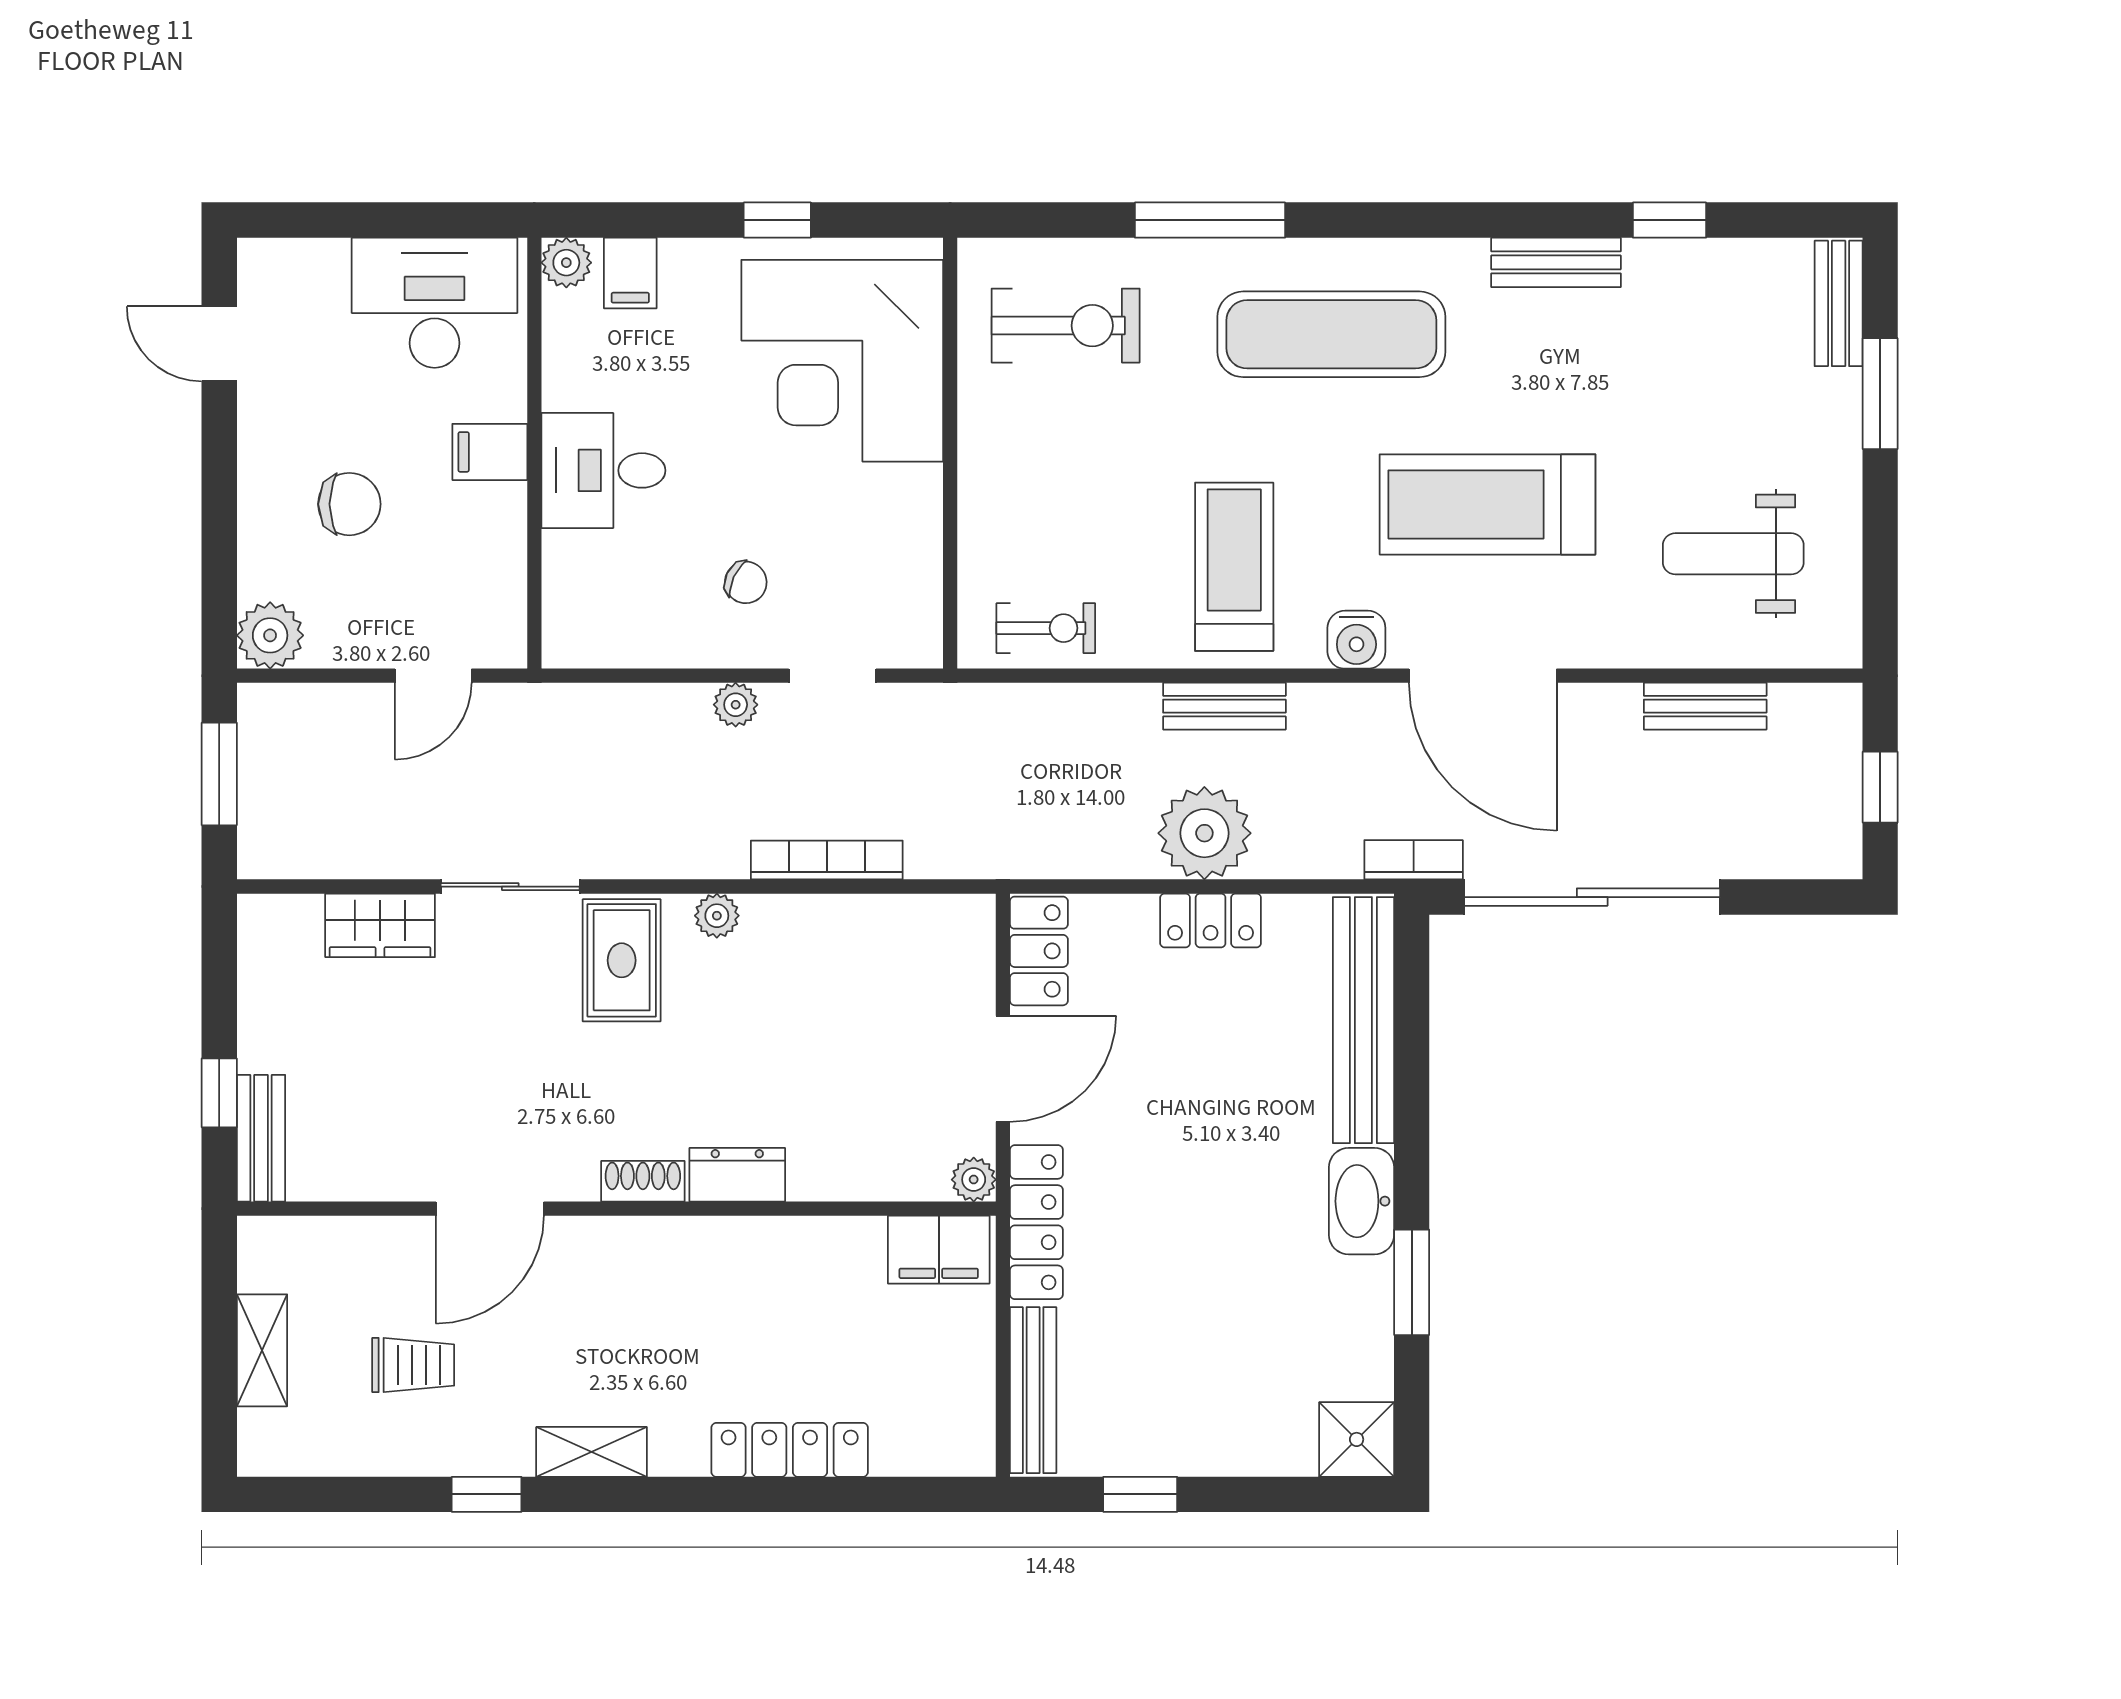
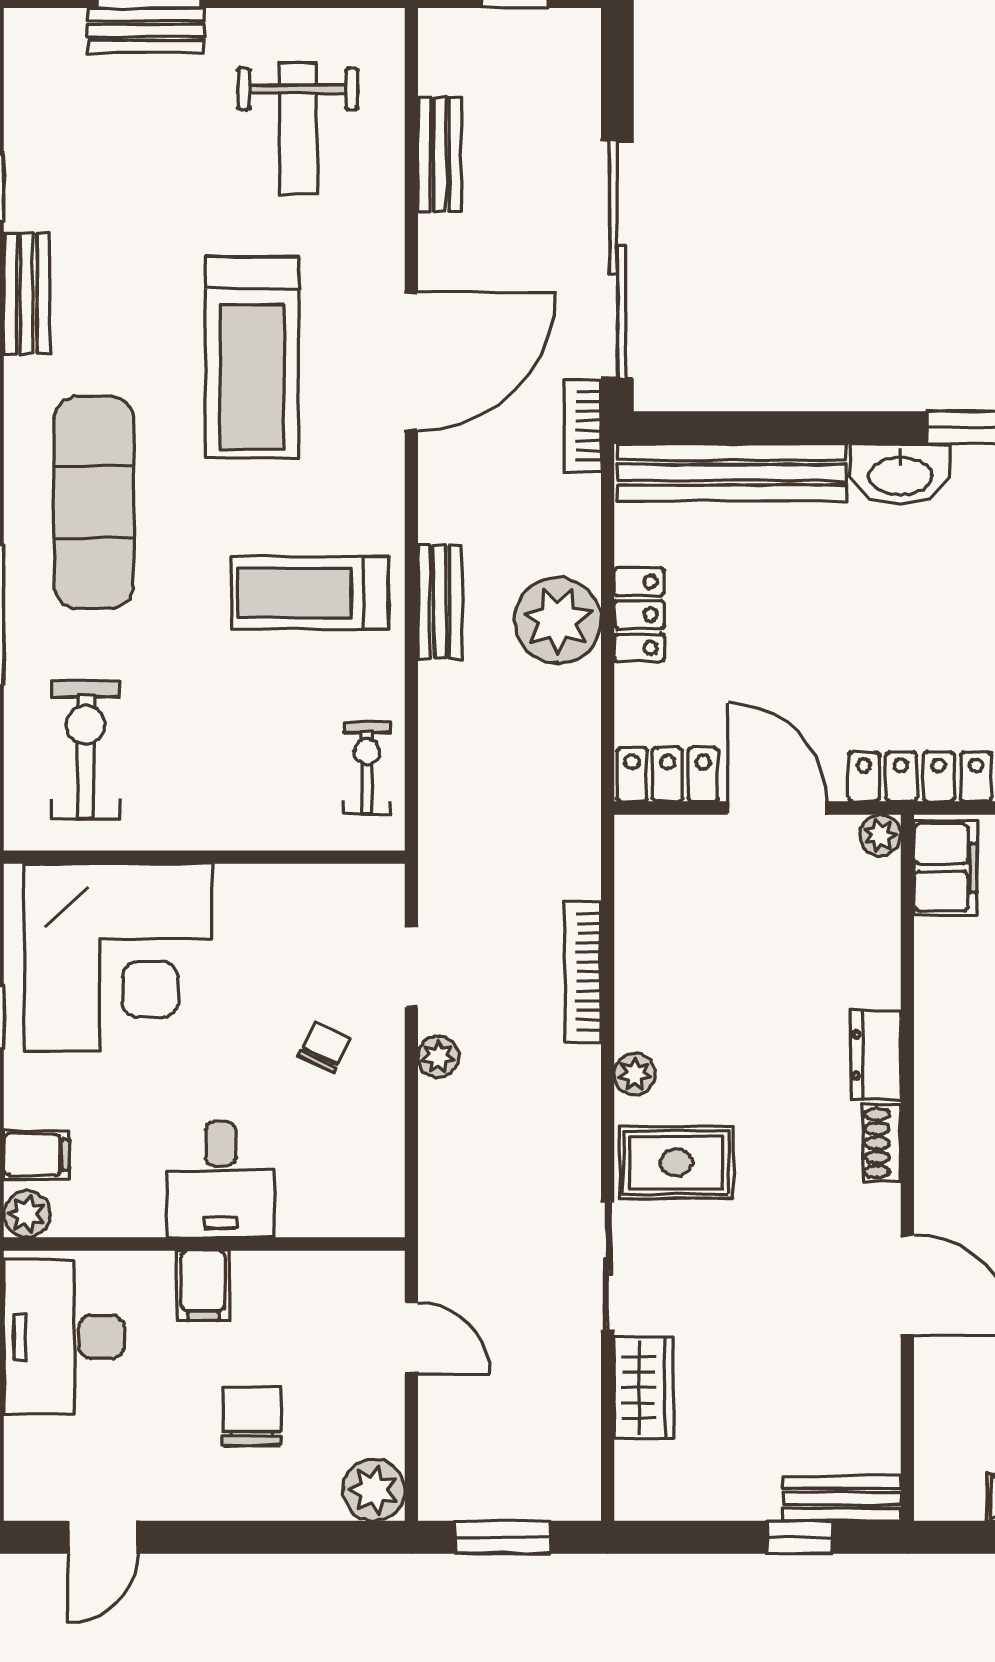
bench: (1839, 303) -> (146, 30), moved
water cooler: (1356, 640) -> (378, 479), removed

